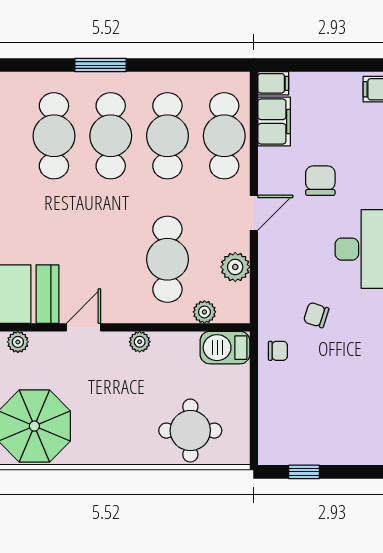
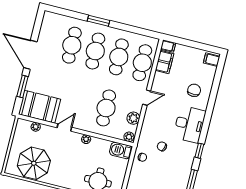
chair: (320, 181) -> (194, 90), moved
plant: (204, 312) -> (129, 137), moved

